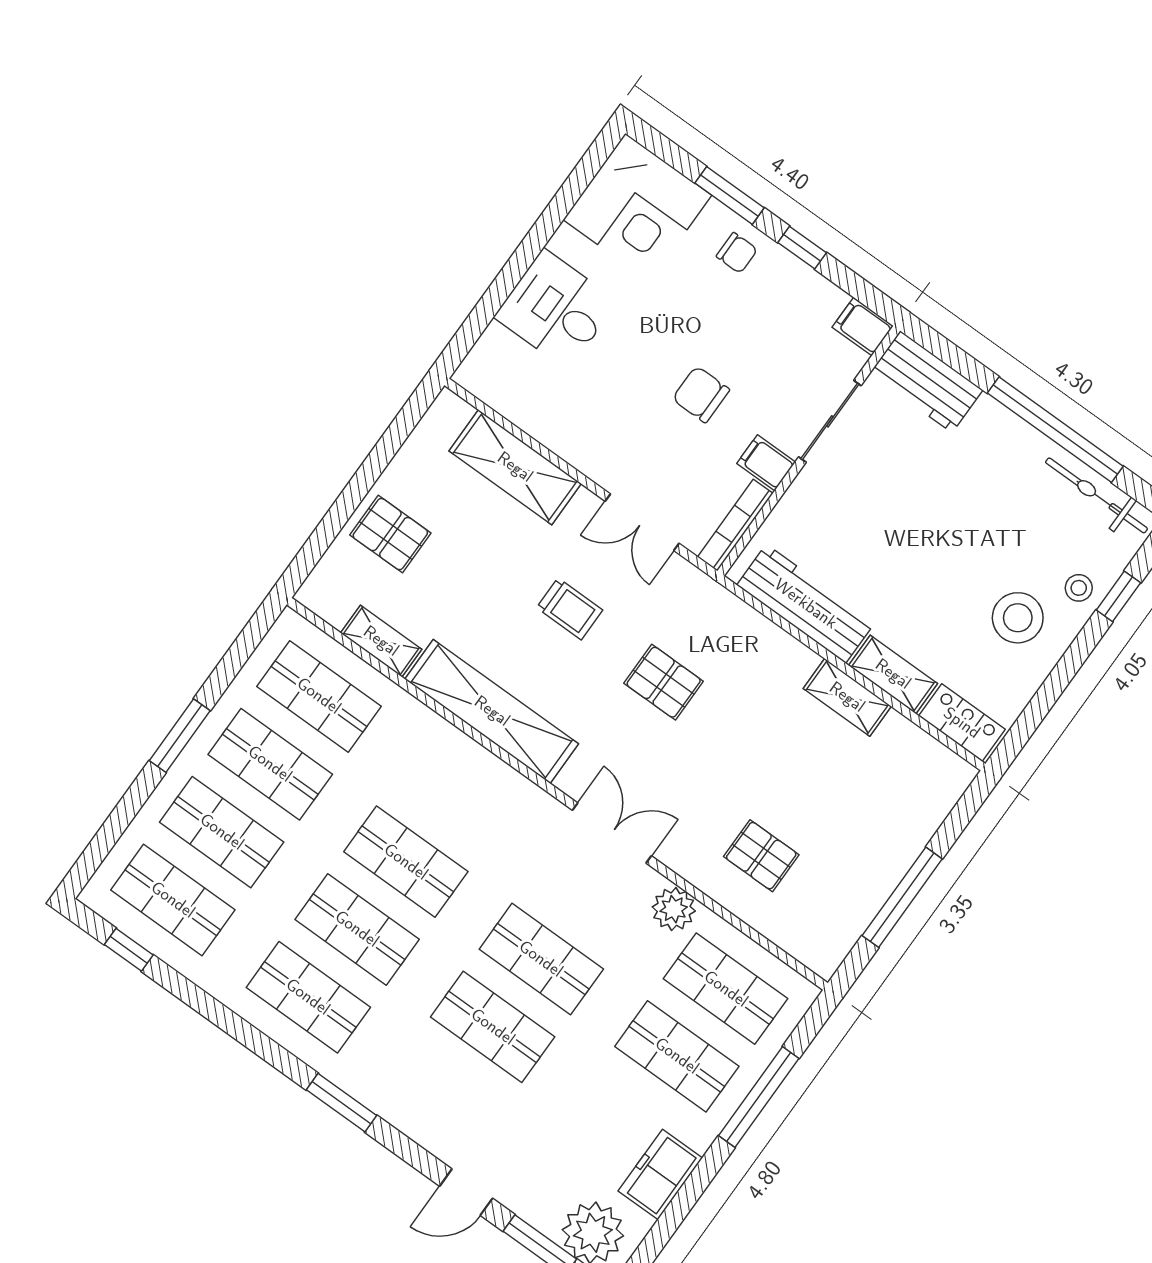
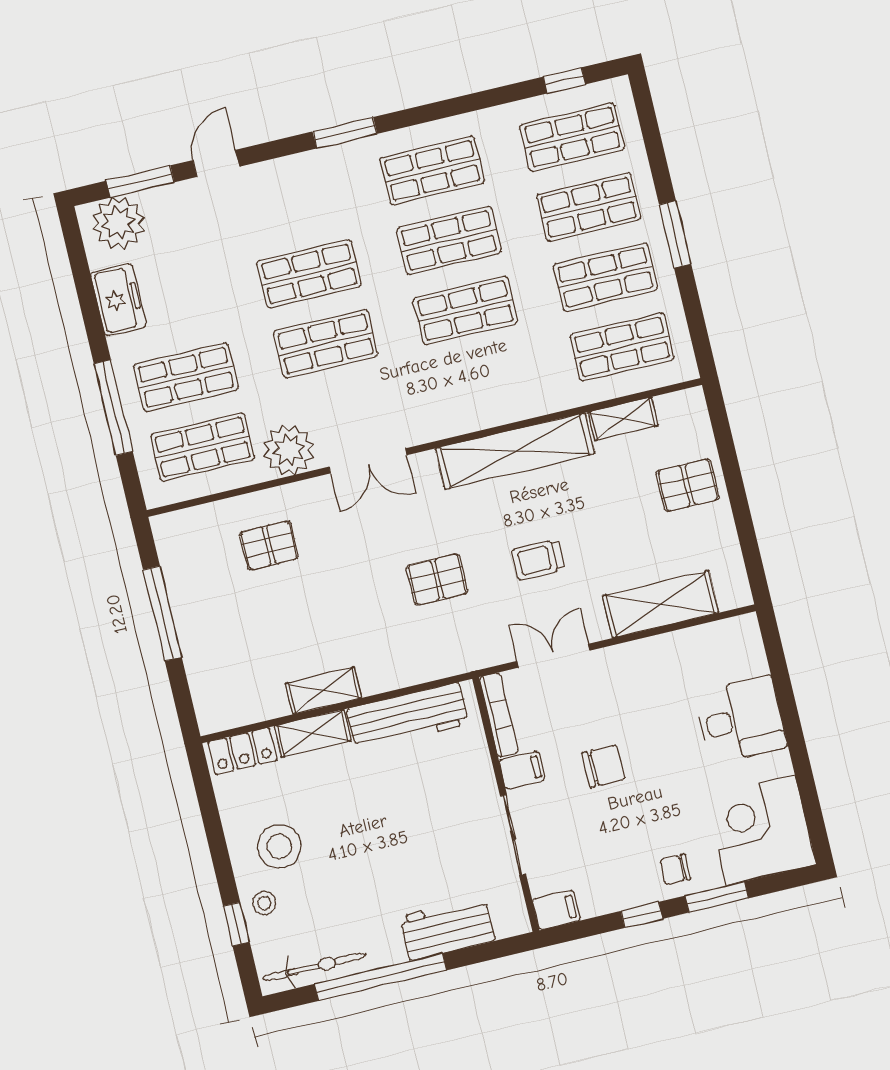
workbench: (926, 382) -> (447, 929), moved
plant: (674, 909) -> (289, 450), width x1.36, depth x1.36

